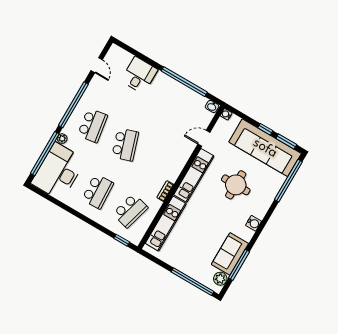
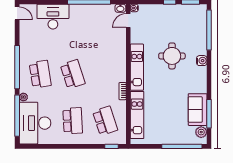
door: (97, 65) -> (17, 13), moved
desk: (139, 75) -> (53, 17), width x1.37
door: (204, 138) -> (128, 21), moved
sofa: (265, 148) -> (177, 16), removed
school desk: (130, 211) -> (105, 121), turned -33
water cooler: (254, 223) -> (202, 61), moved

